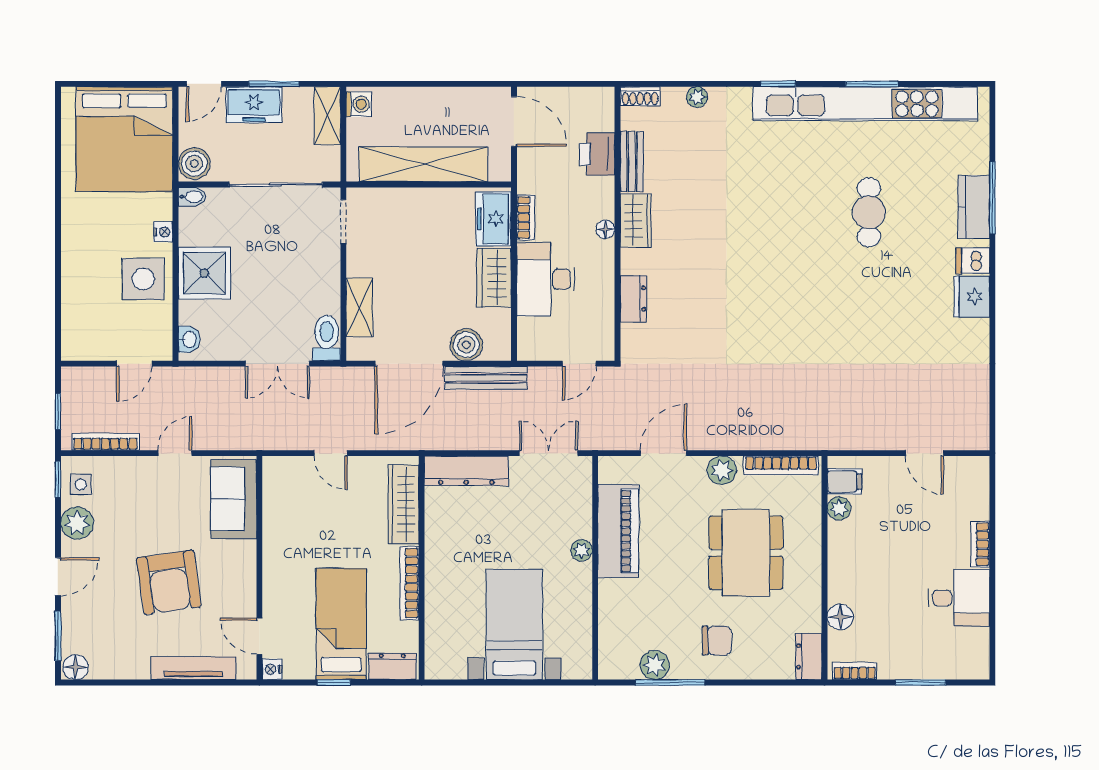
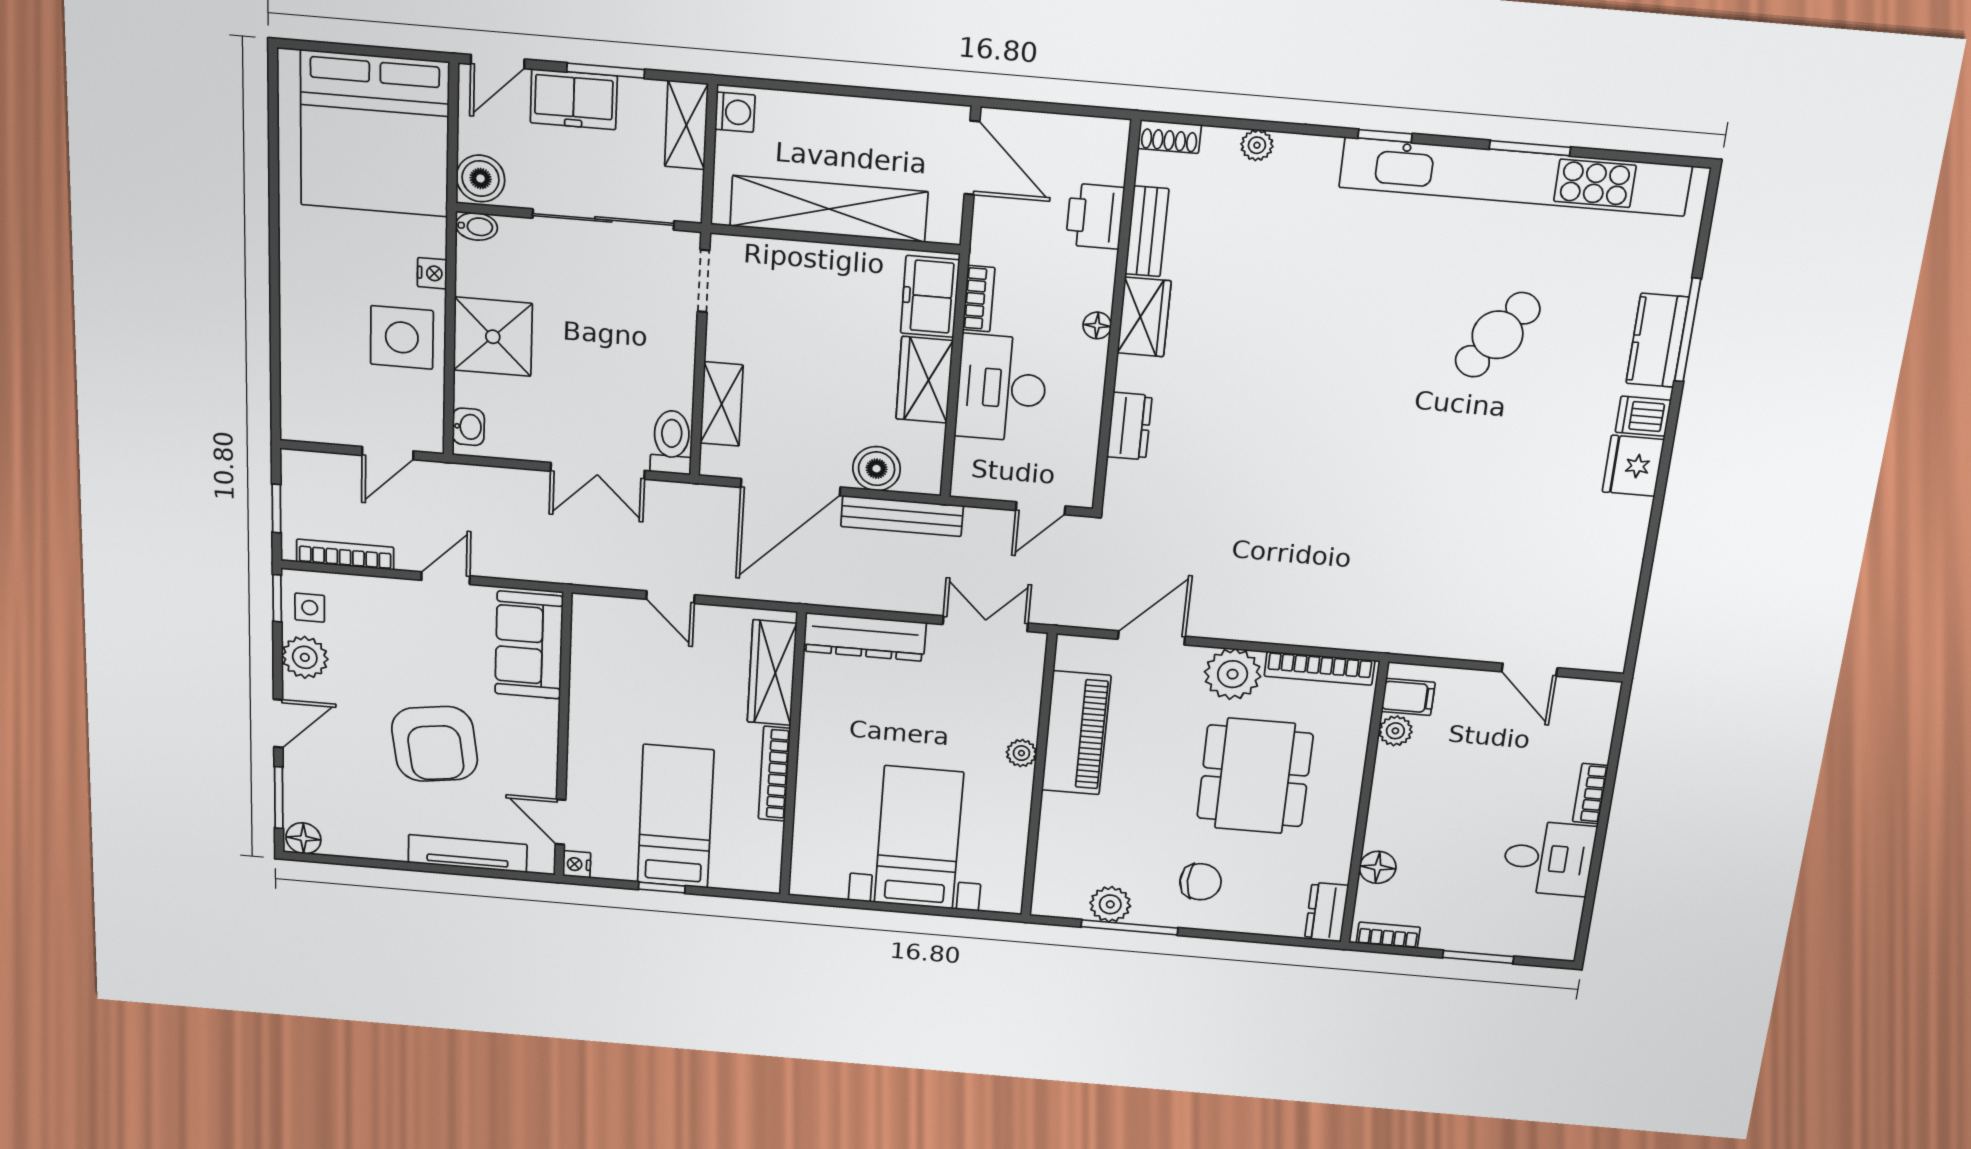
cafe table: (869, 212) -> (1498, 335), turned 35
plant: (722, 470) -> (1233, 674), width x1.36, depth x1.36
dresser: (392, 666) -> (744, 875), removed

